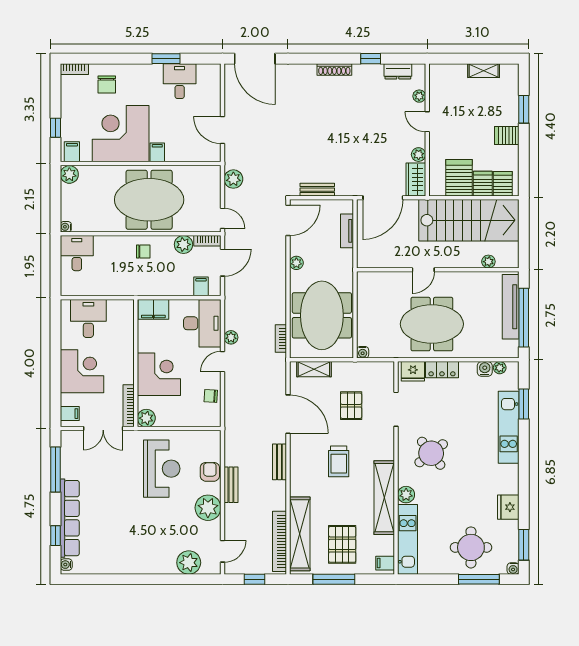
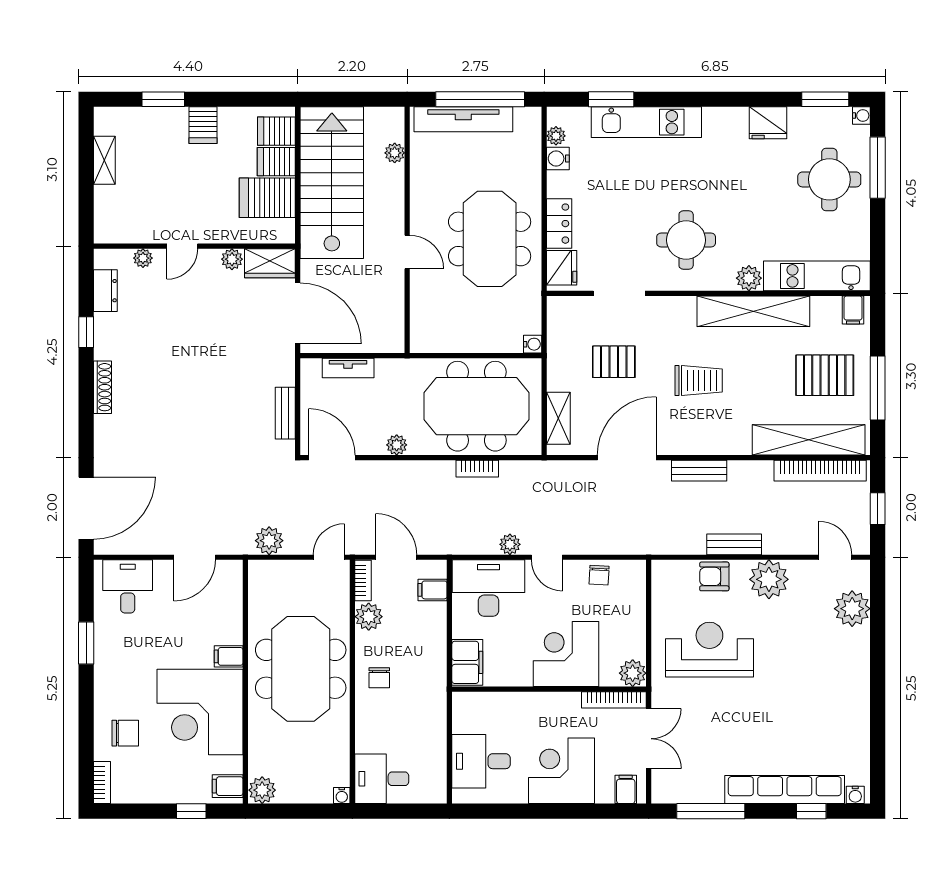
desk: (180, 81) -> (128, 586), moved, turned 90
chair: (143, 251) -> (379, 678), turned 180
bookcase: (281, 339) -> (477, 469), moved
round table: (431, 453) -> (686, 240), turned 38

